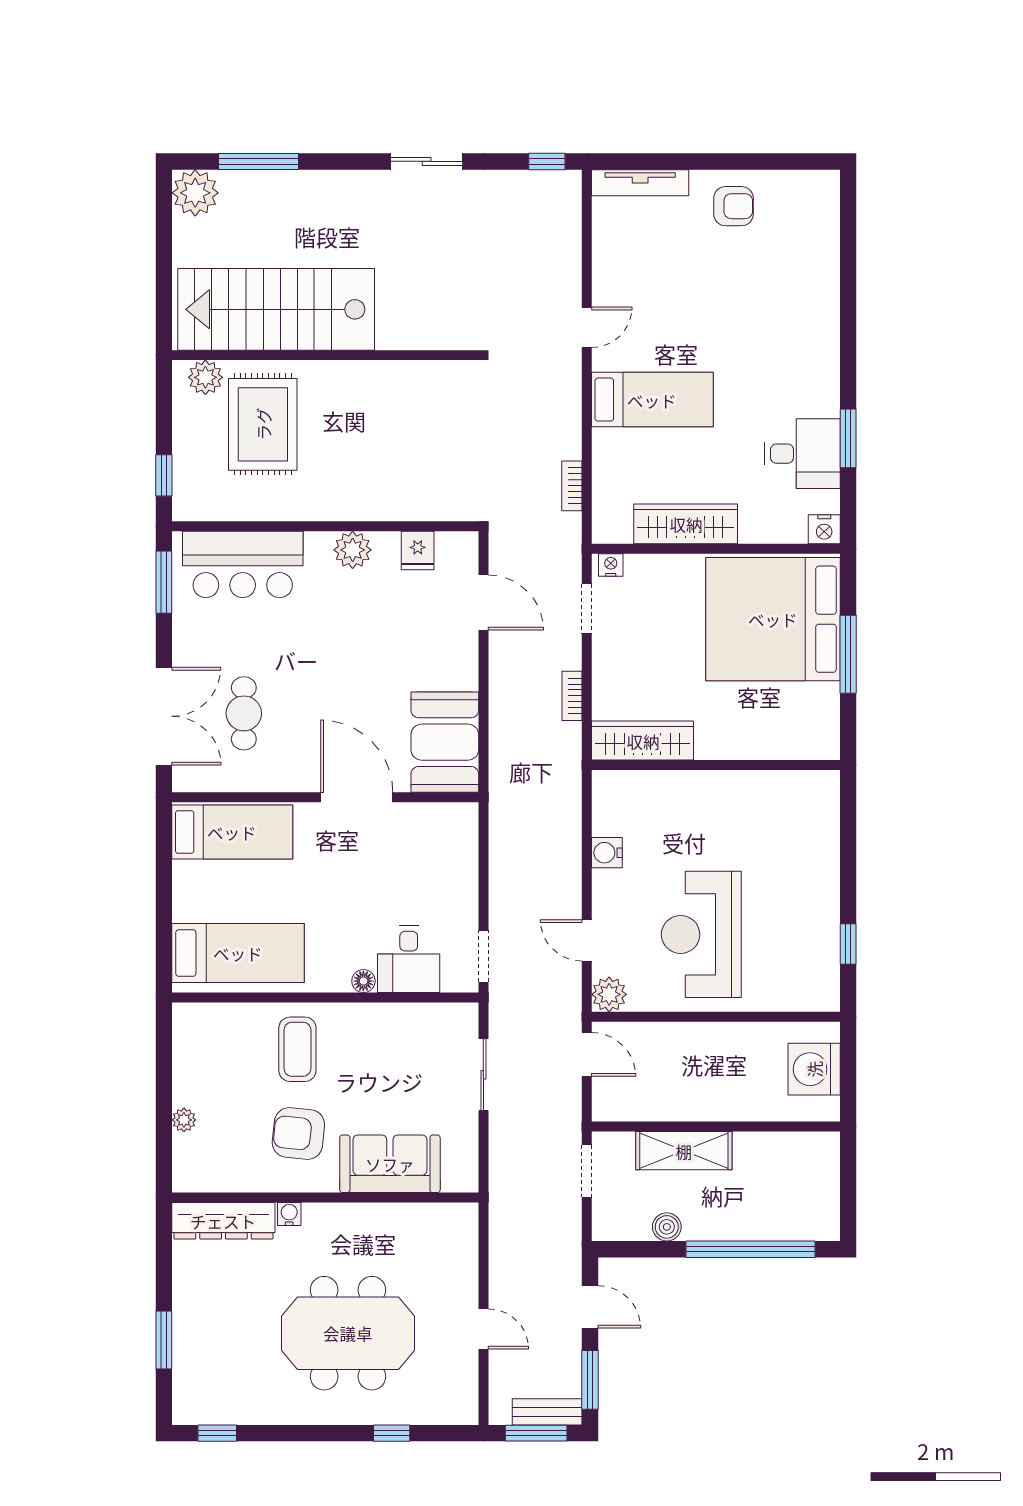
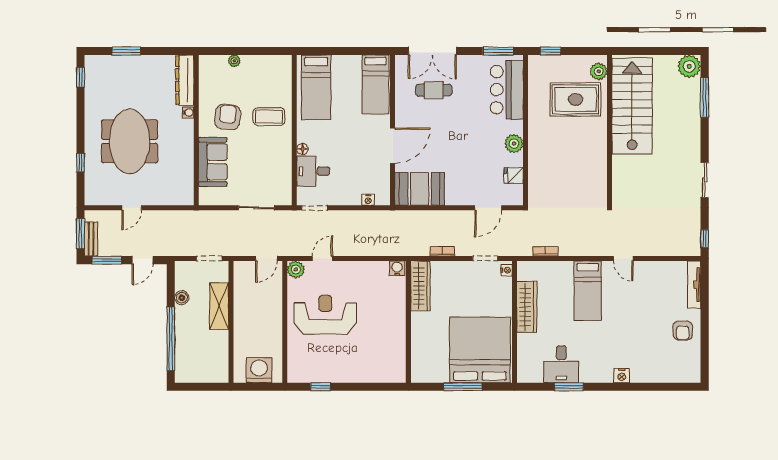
nightstand: (824, 529) -> (622, 376), moved, turned -90
nightstand: (467, 847) -> (368, 200), added
water cooler: (607, 853) -> (397, 268), moved

